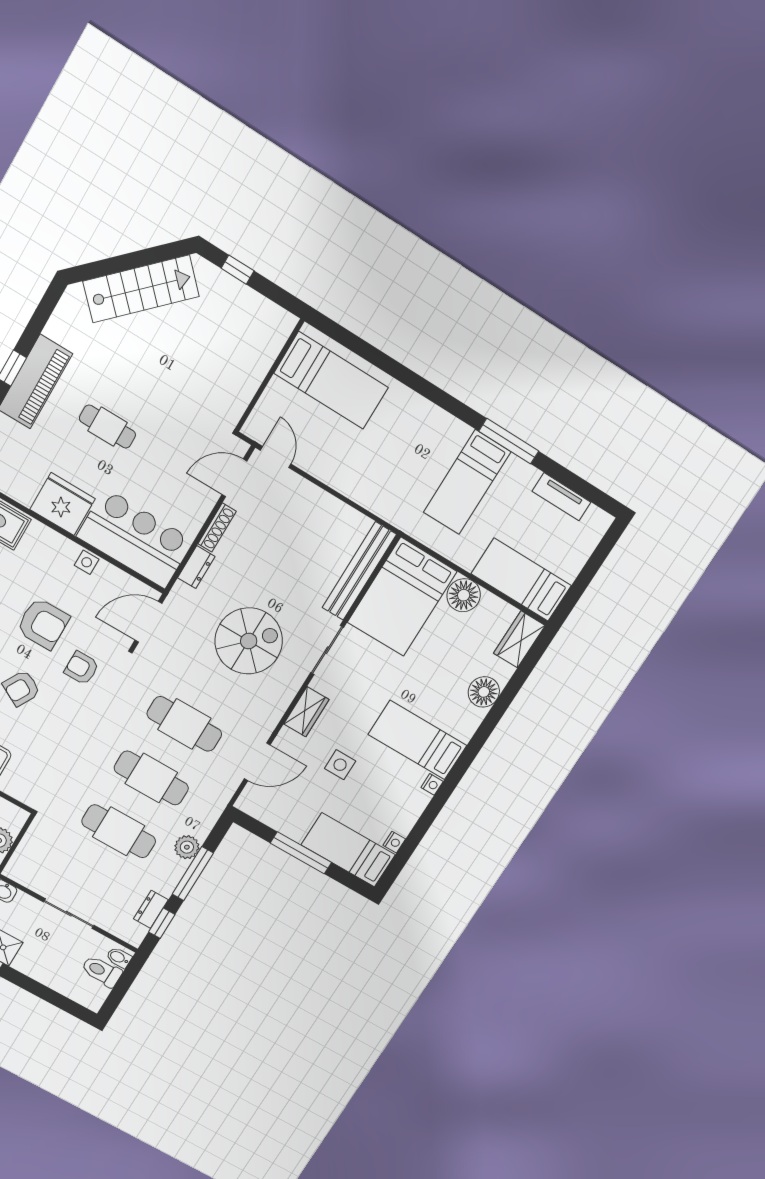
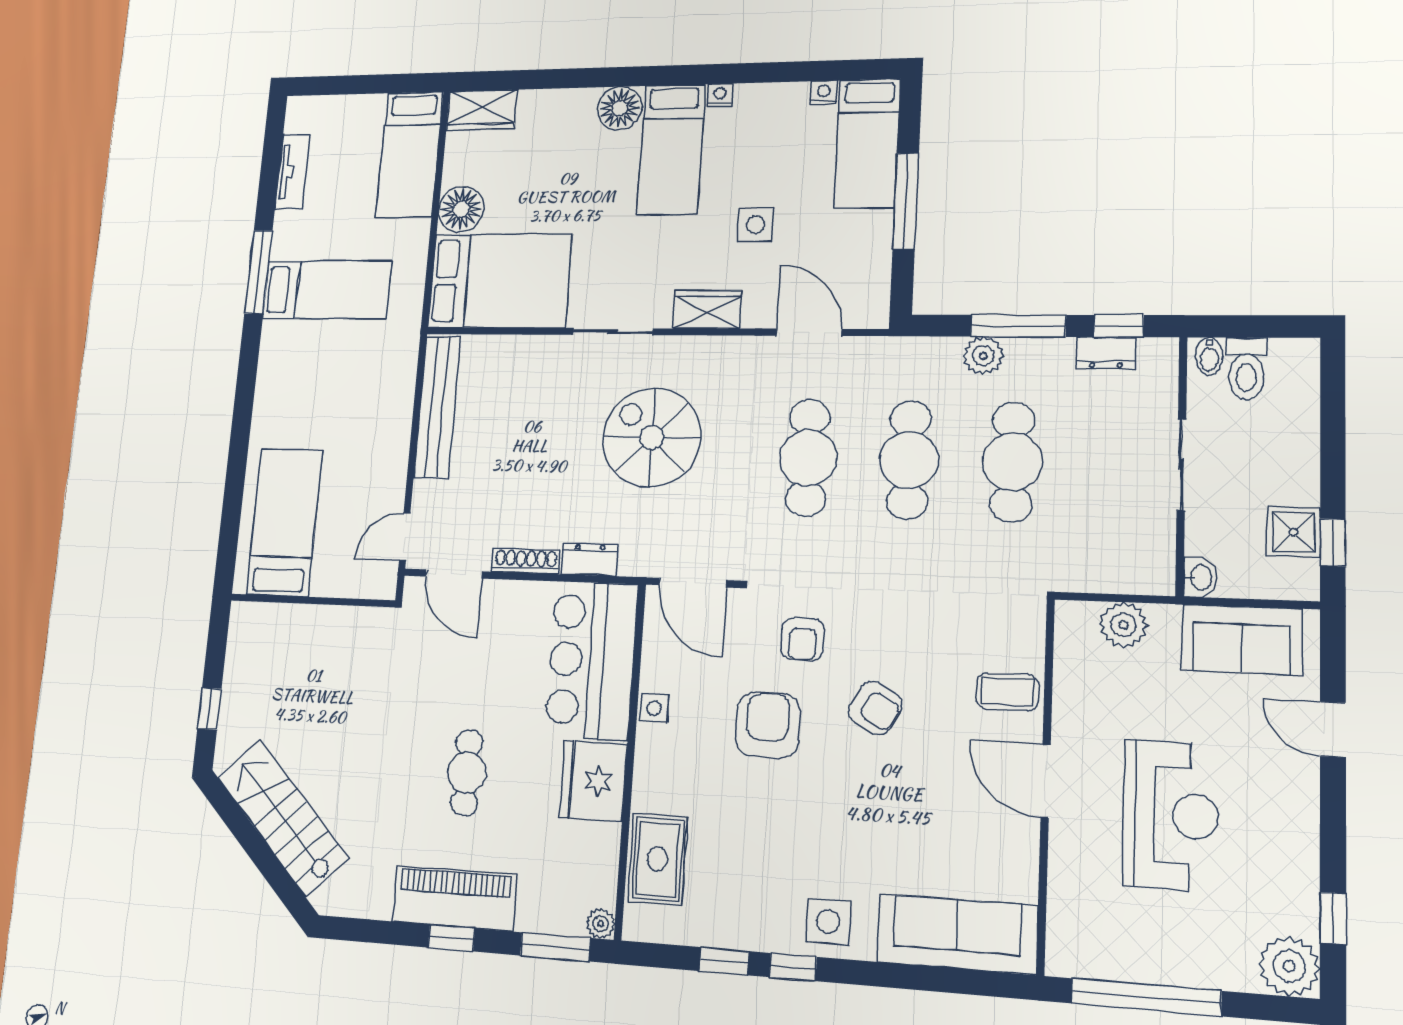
bench: (359, 571) -> (437, 407), moved, turned 90
floor lamp: (484, 692) -> (620, 108), moved

